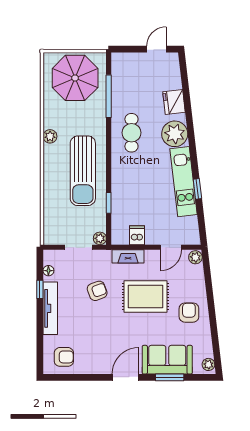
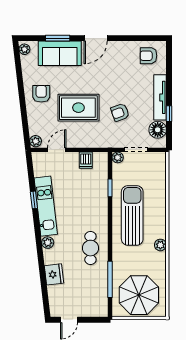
plant: (175, 134) -> (48, 243), width x0.53, depth x0.53
fireplace: (128, 256) -> (93, 142), removed
floor lamp: (48, 271) -> (158, 130), width x1.89, depth x1.89
armchair: (189, 313) -> (41, 94), turned 180

